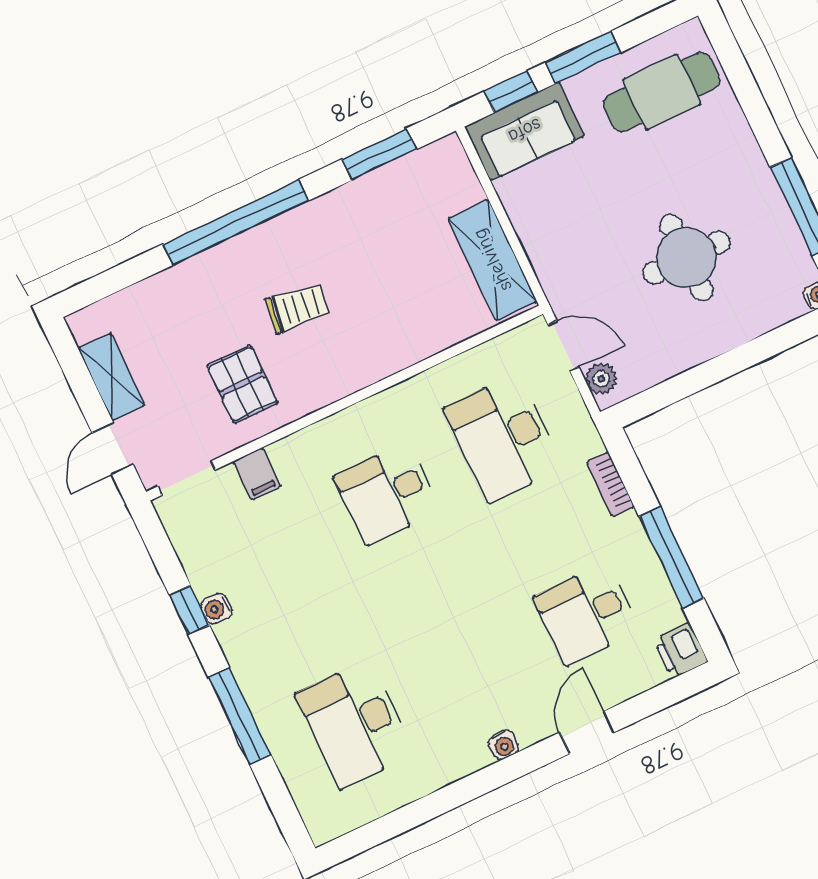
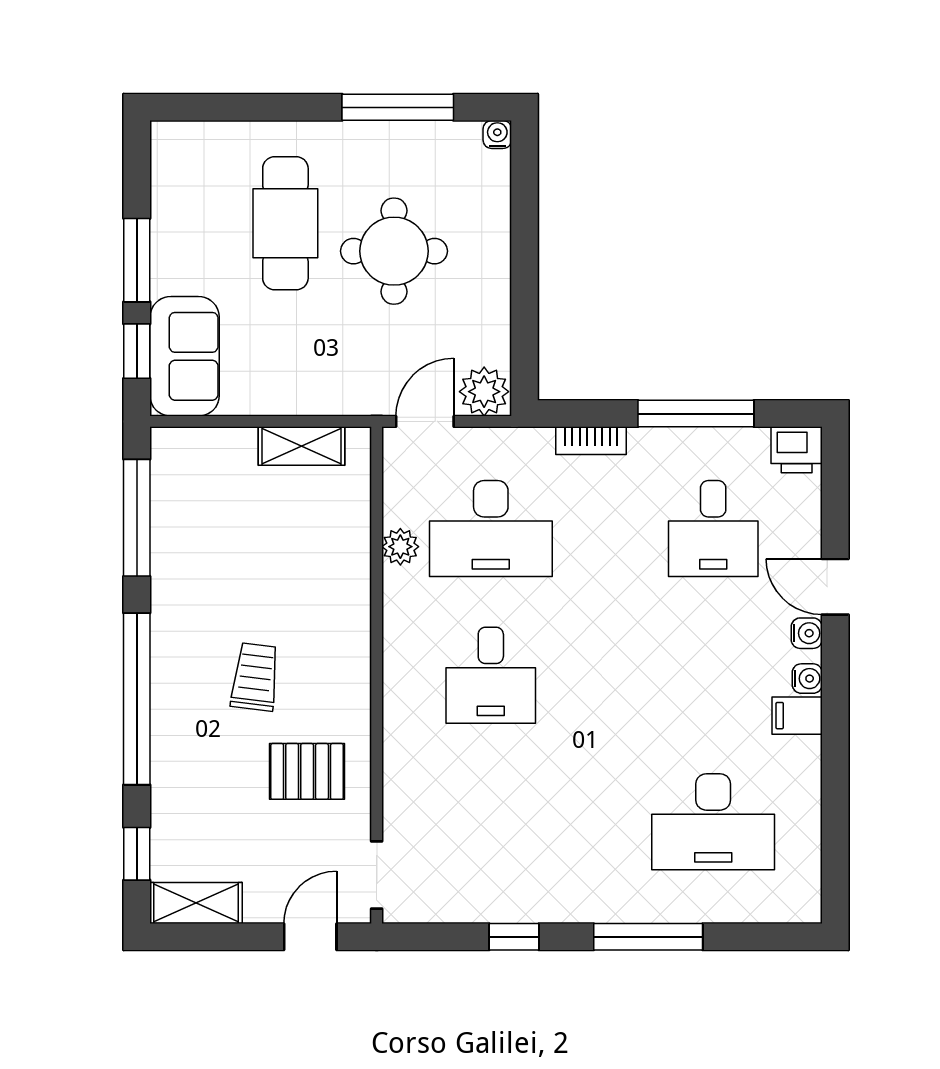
cafe table: (662, 92) -> (285, 223), moved
window: (379, 154) -> (137, 518), width x1.44
shelving: (492, 260) -> (301, 446), width x0.67, depth x0.75
window: (113, 280) -> (137, 854), added
plant: (455, 373) -> (400, 547), added
shelving: (111, 377) -> (196, 903), moved
plant: (601, 379) -> (484, 392), width x1.38, depth x1.38
door: (113, 449) -> (310, 937), swing flipped
filing cabinet: (257, 474) -> (797, 716), moved, turned 180
water cooler: (216, 609) -> (807, 633), moved, turned -90

